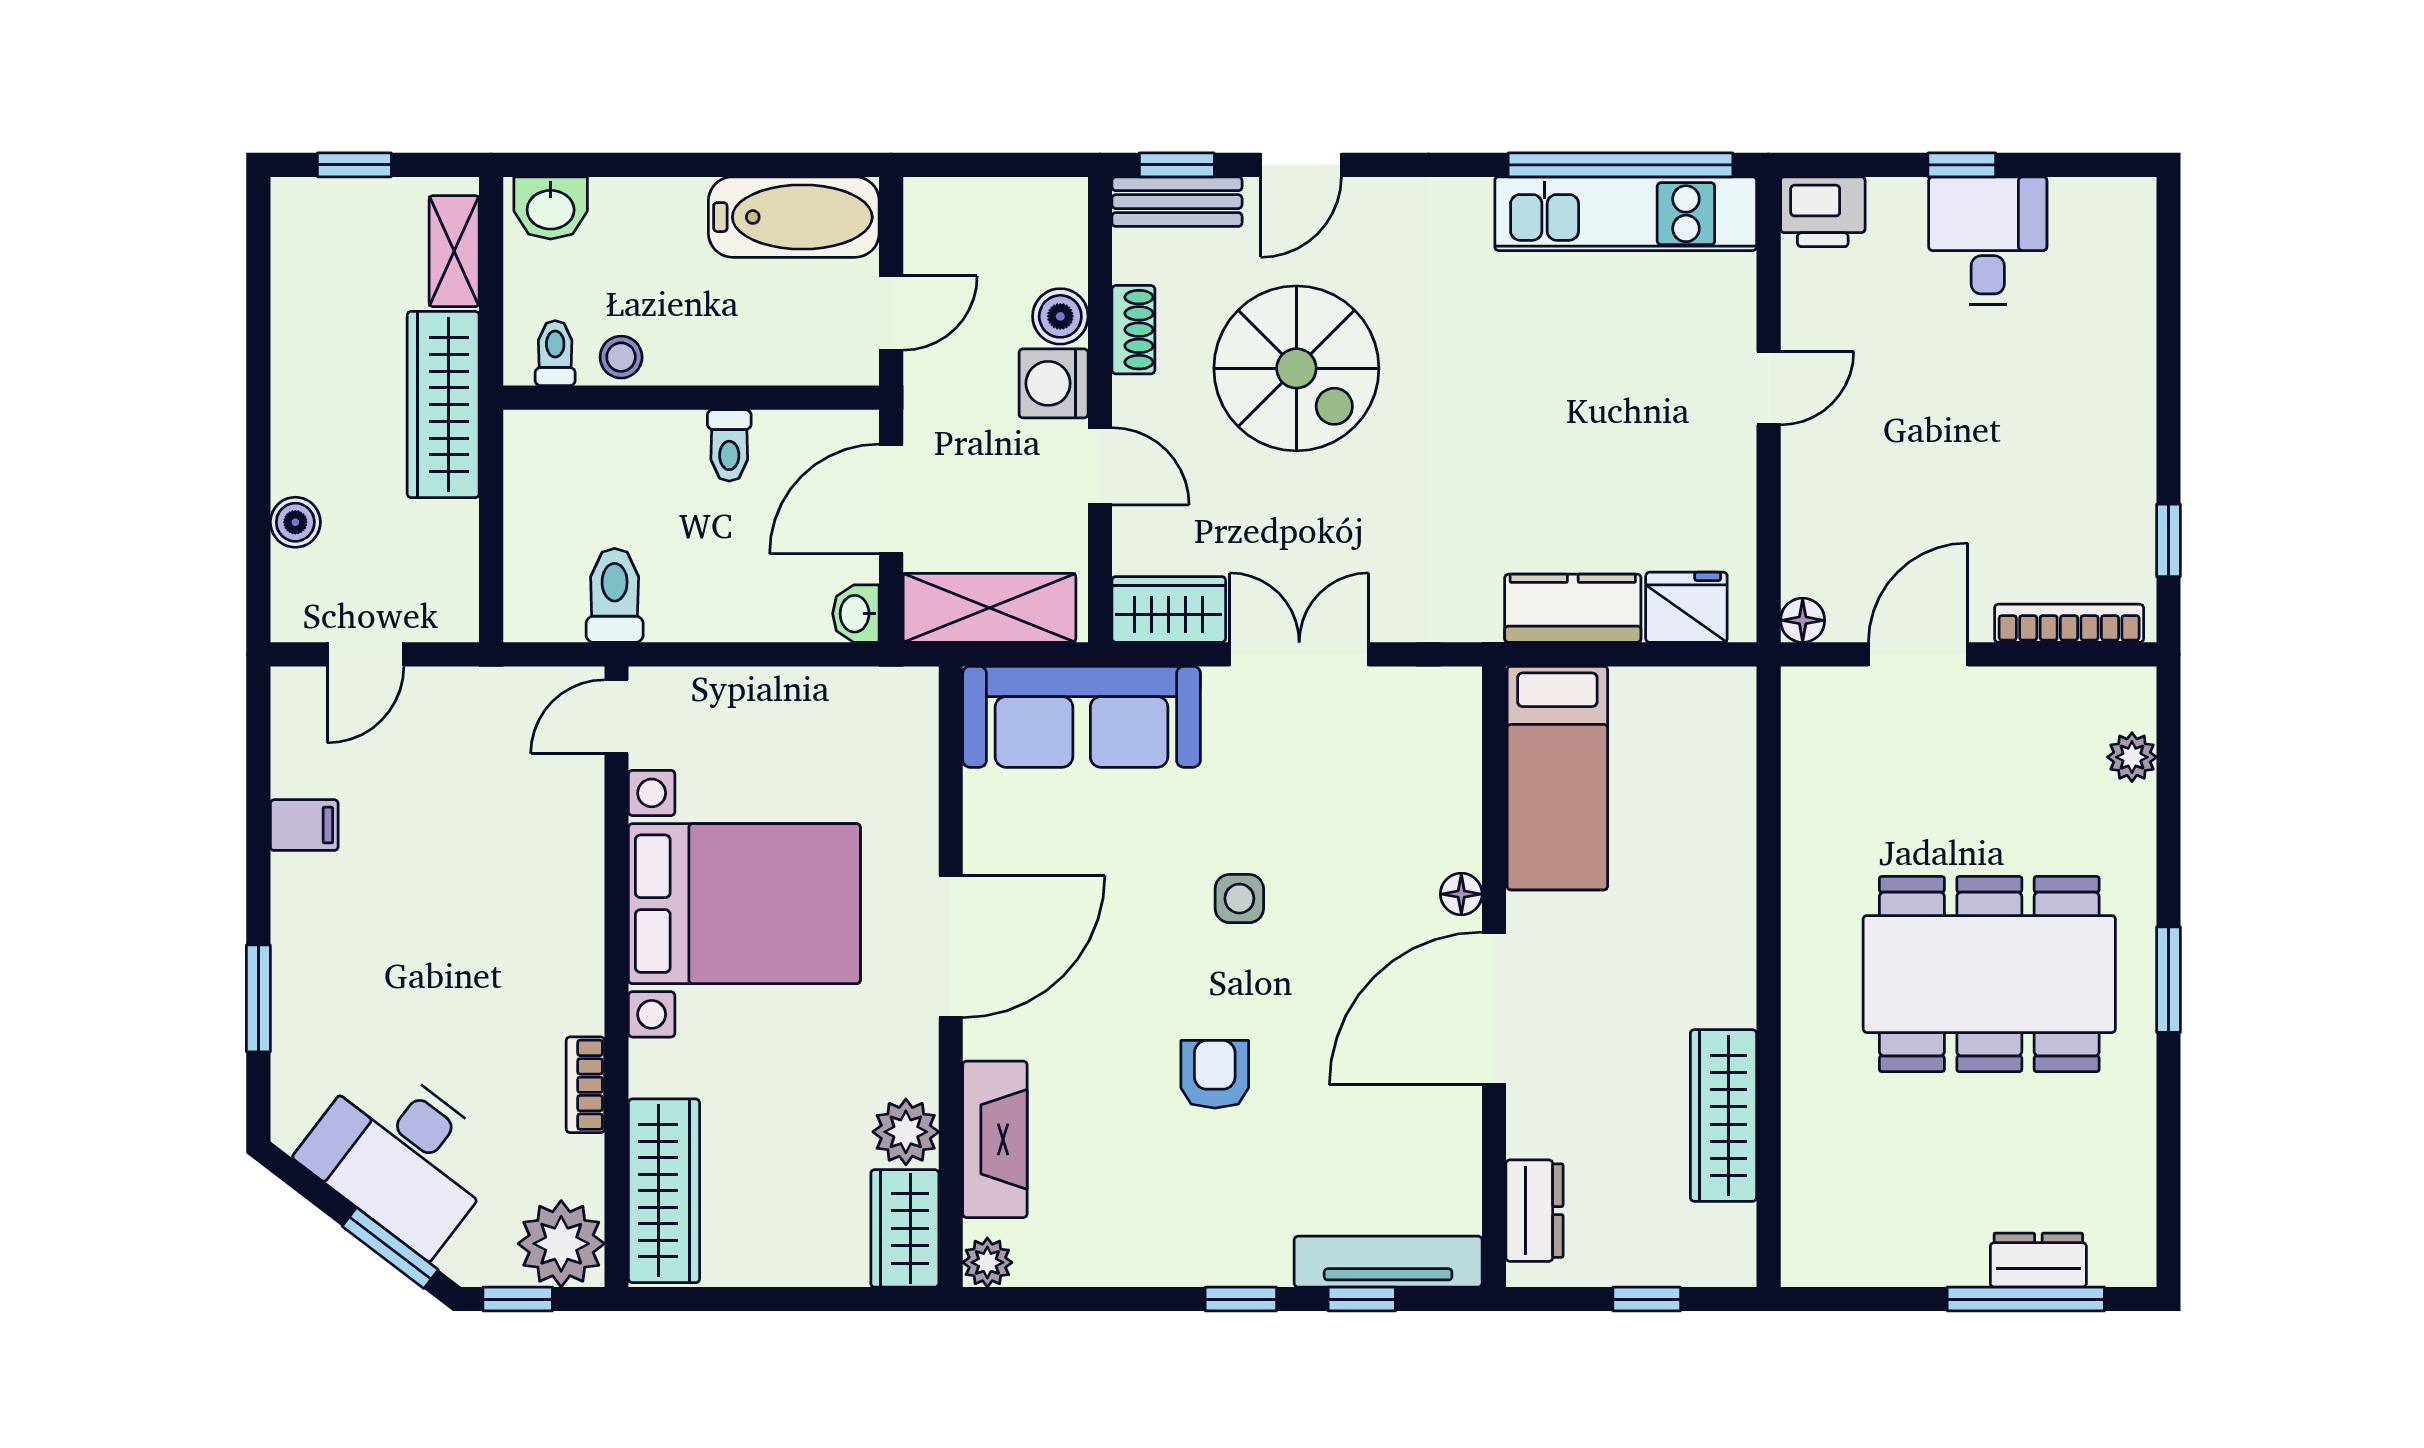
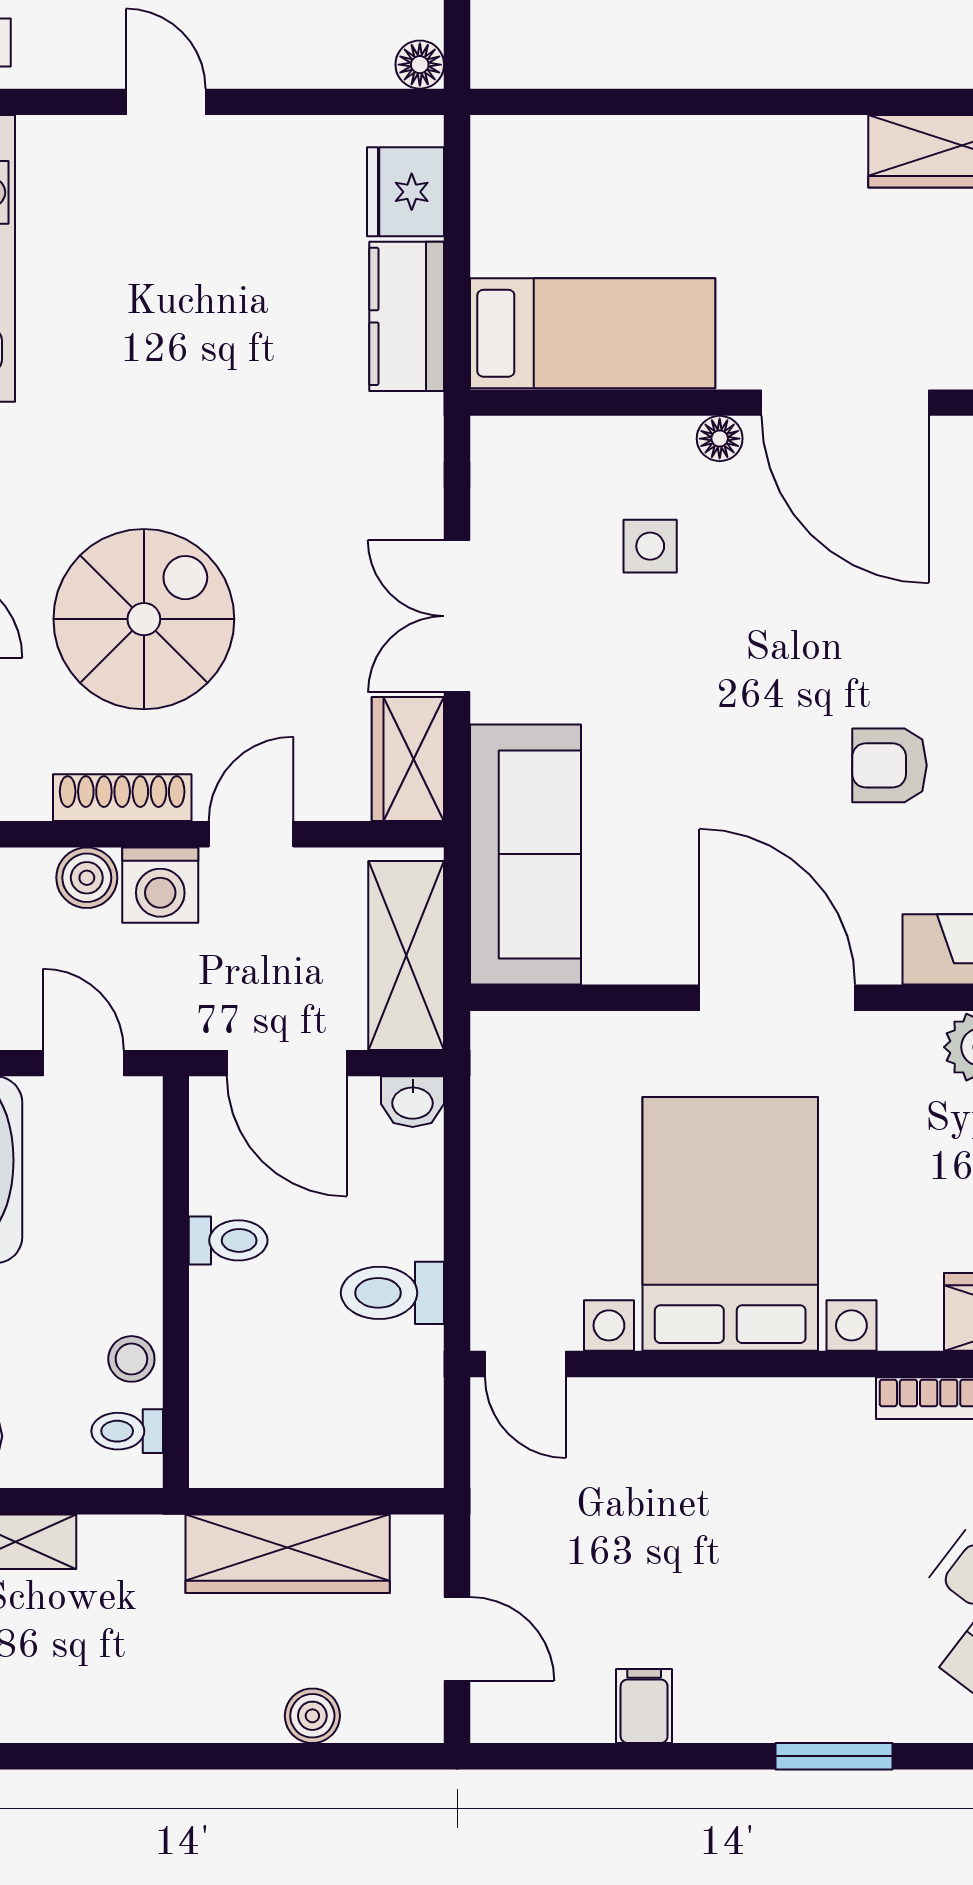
shoe rack: (1133, 330) -> (122, 798), width x1.43
wardrobe: (443, 405) -> (288, 1554), moved
toilet: (615, 595) -> (392, 1293), moved
side table: (1239, 899) -> (650, 546), moved
armchair: (1215, 1074) -> (889, 765), moved

